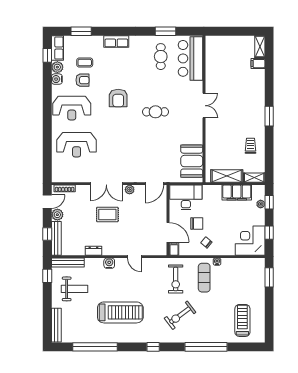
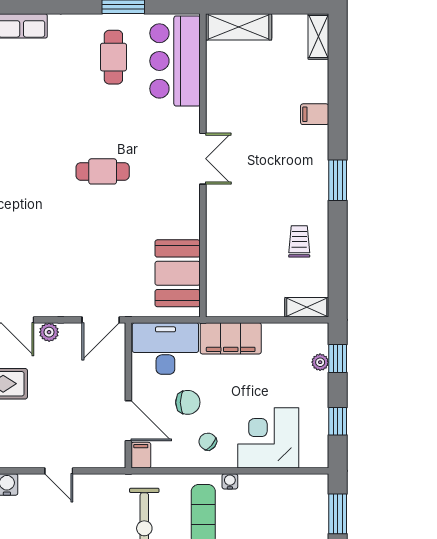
filing cabinet: (258, 64) -> (315, 114), moved
armchair: (118, 98) -> (25, 143), removed
shelving: (227, 176) -> (239, 27), moved
filing cabinet: (237, 193) -> (231, 338), moved
corner desk: (250, 241) -> (268, 438), moved

